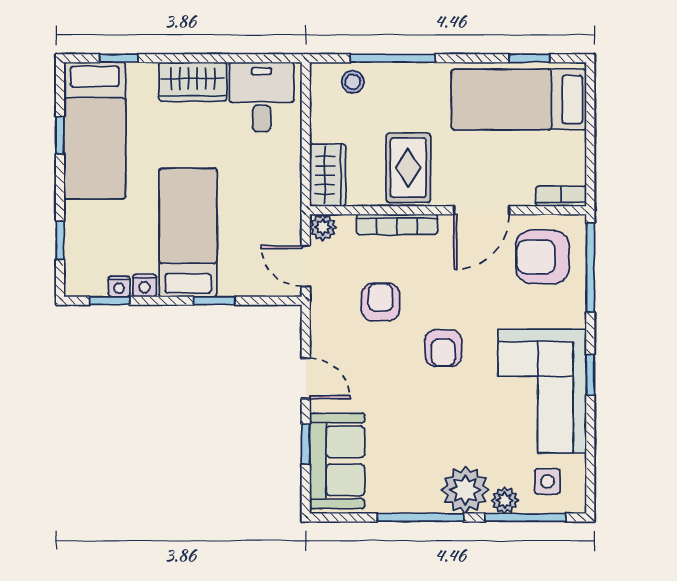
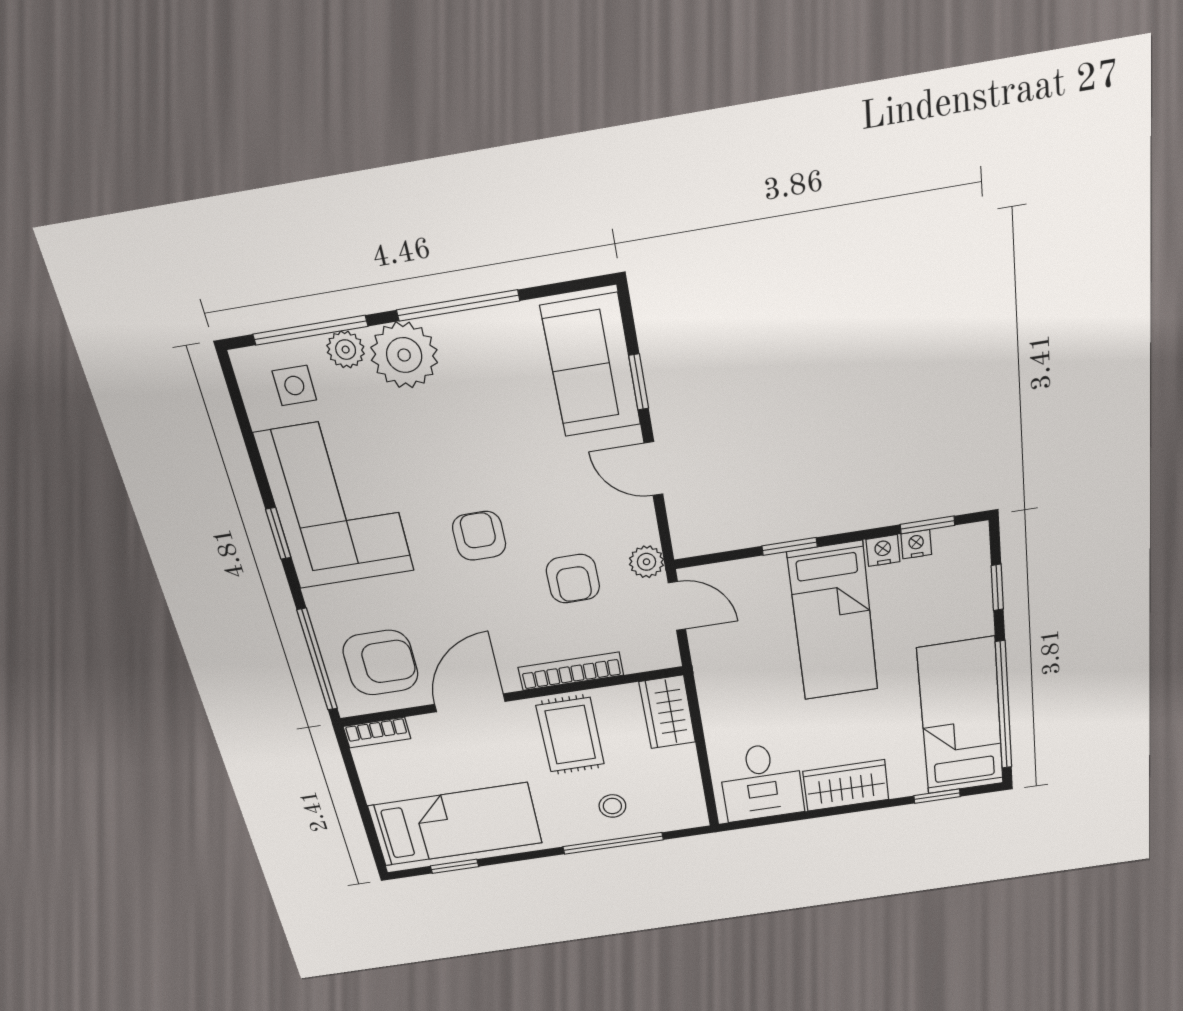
stool: (353, 82) -> (612, 806), moved
window: (60, 135) -> (1004, 706), width x3.17
plant: (323, 227) -> (647, 562), moved

